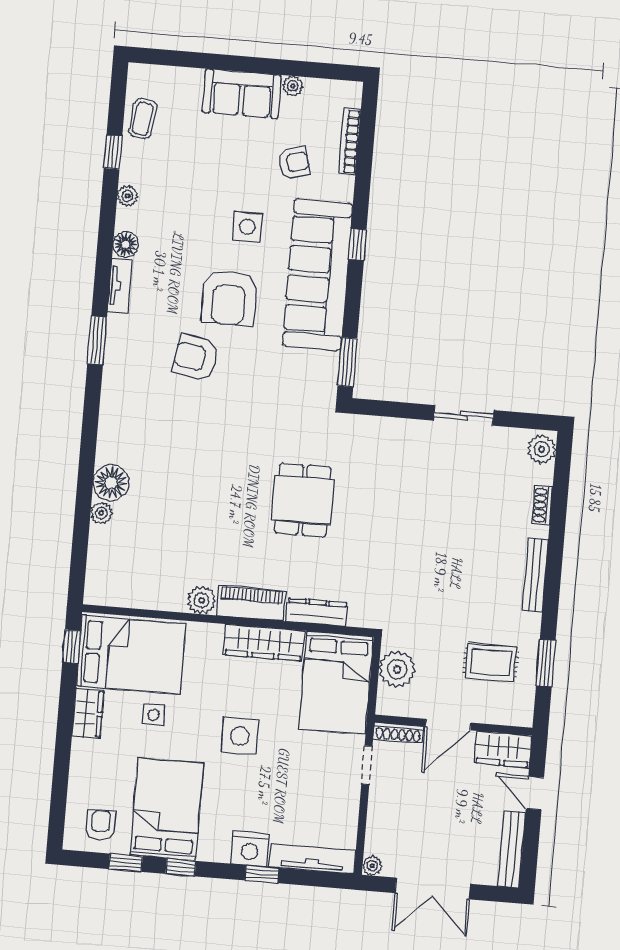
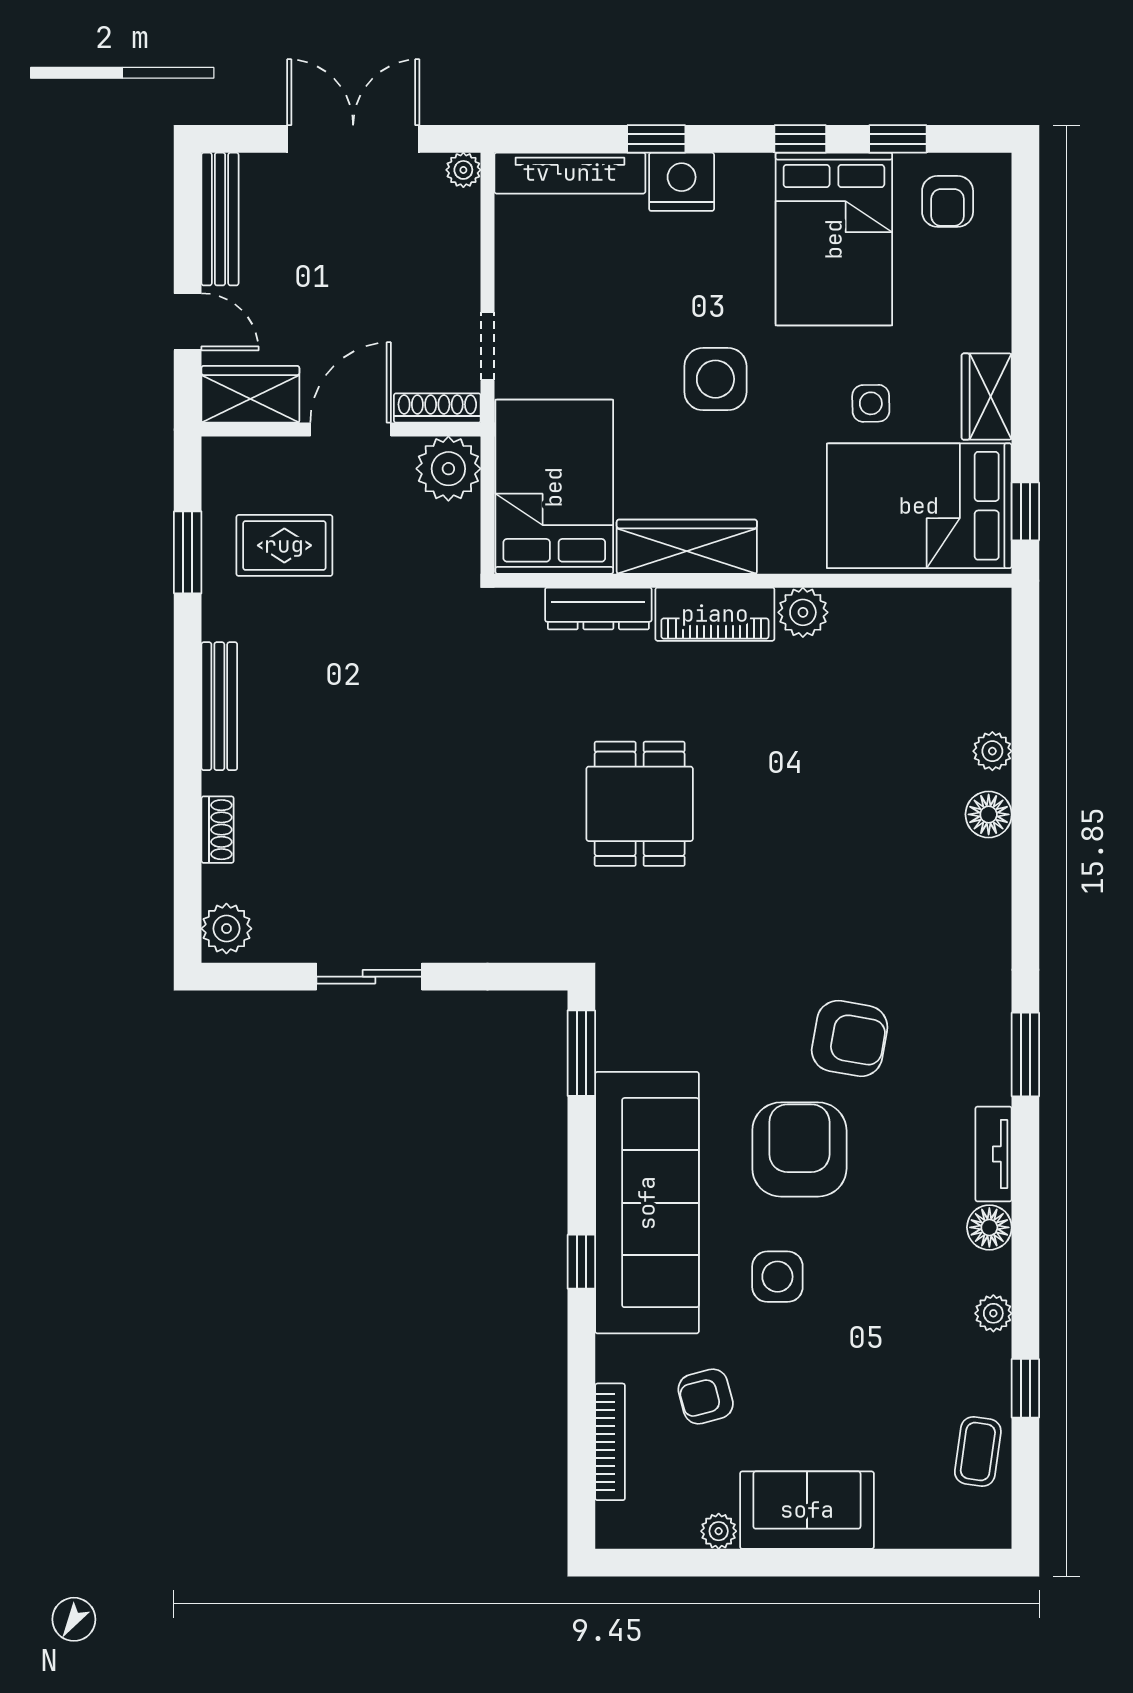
floor lamp: (111, 483) -> (989, 814), width x0.73, depth x0.73
plant: (397, 669) -> (448, 469), moved

